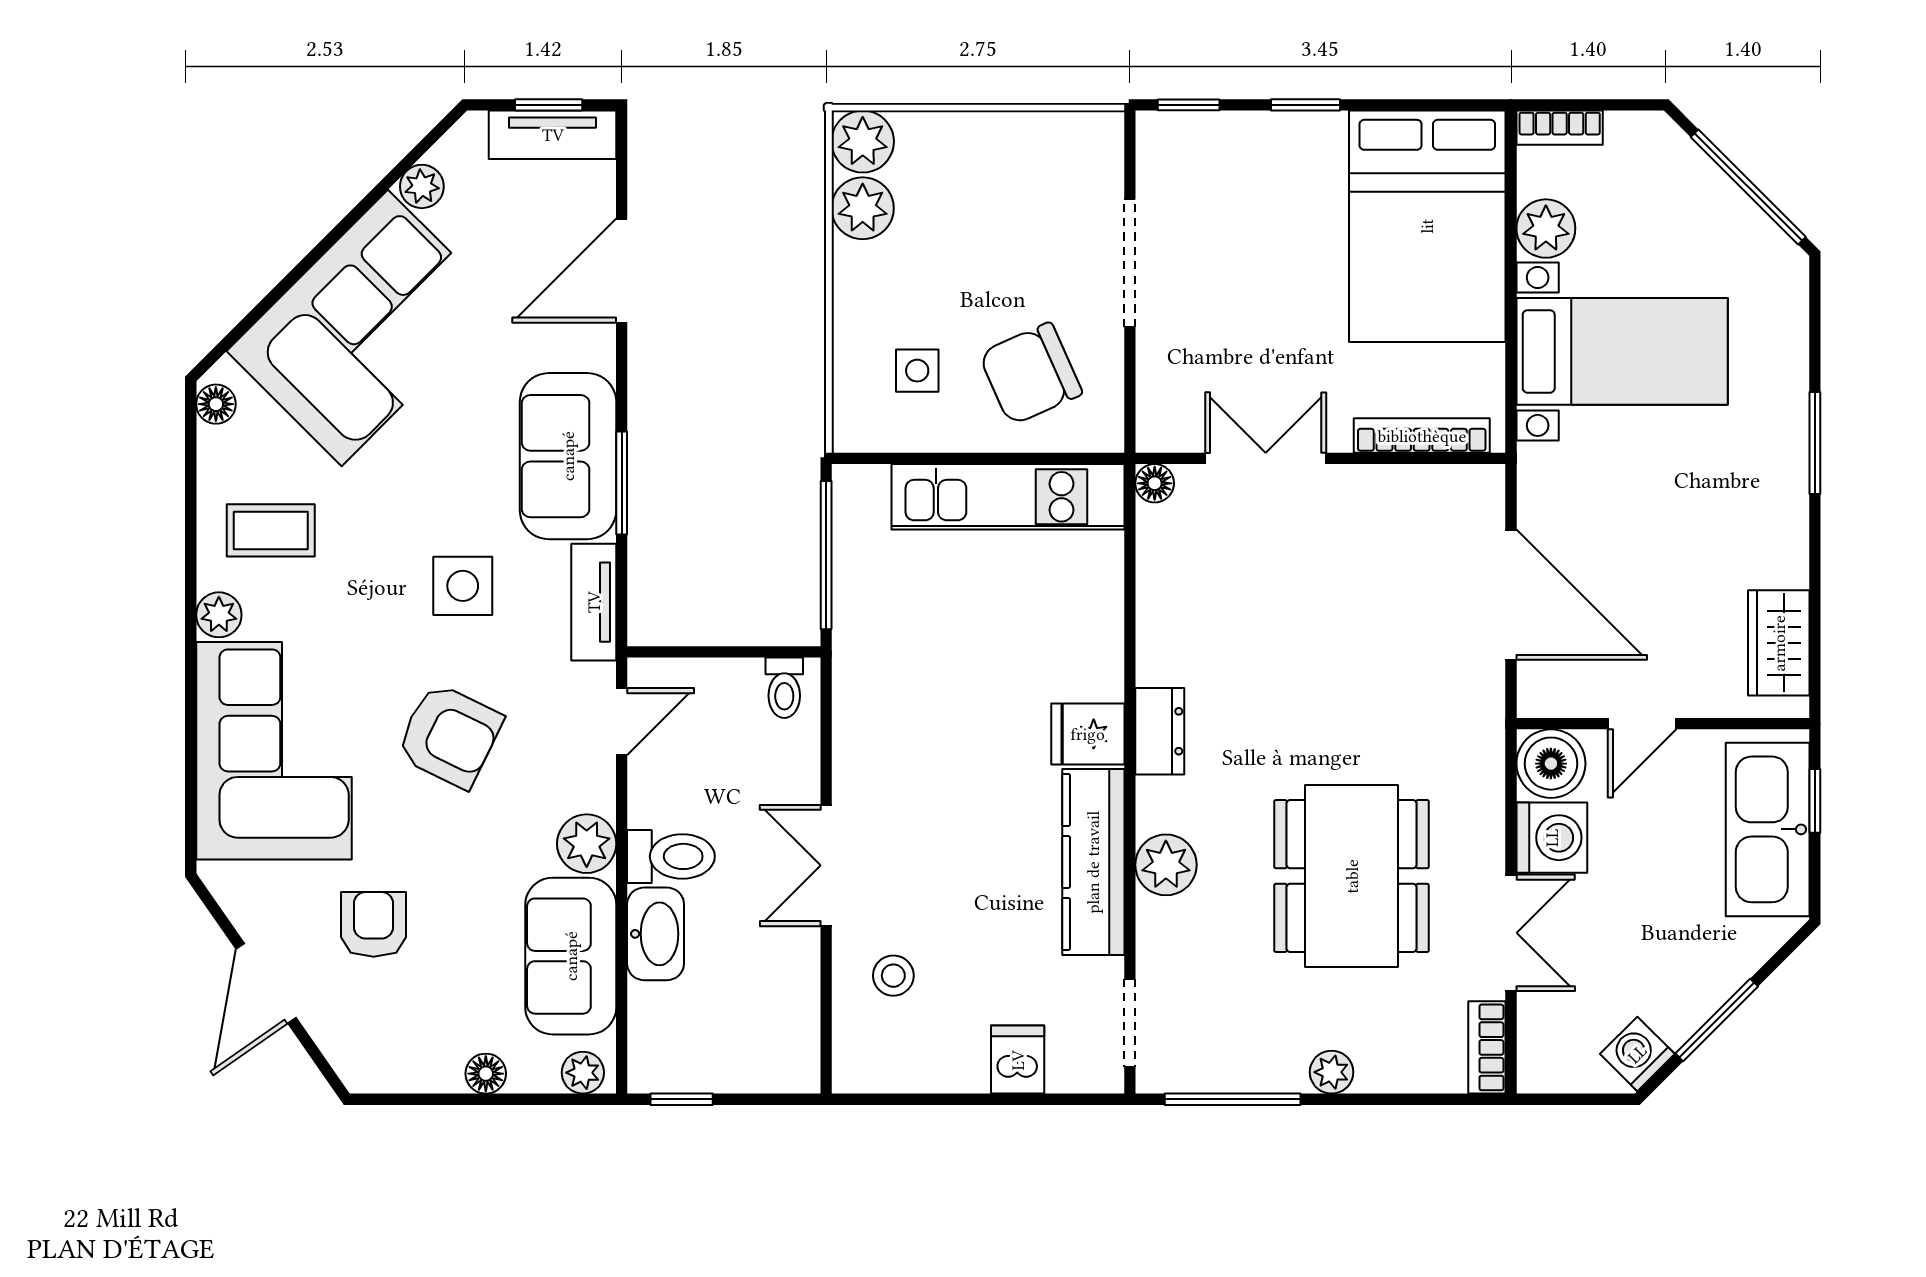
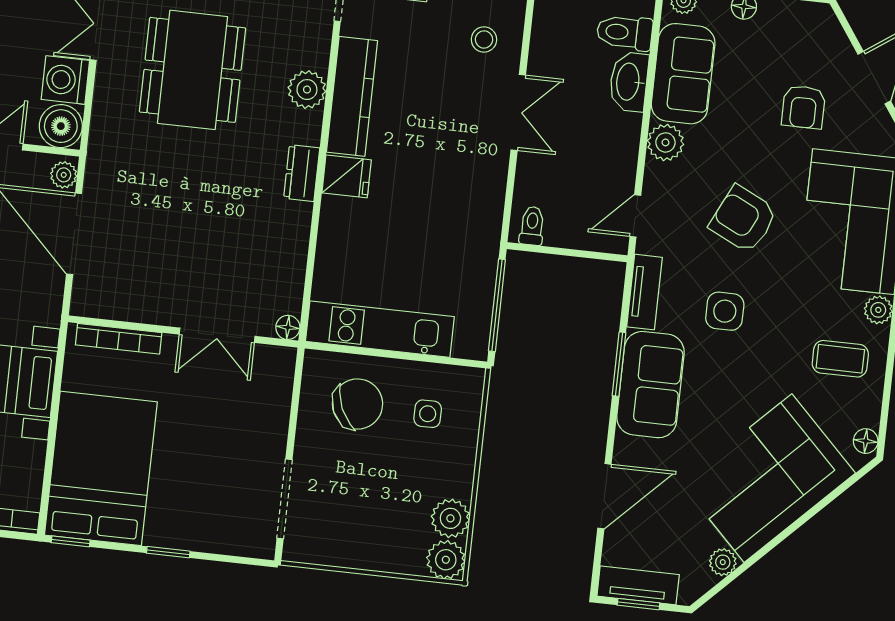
window: (1189, 105) -> (71, 541), moved
plant: (1546, 229) -> (64, 175), moved, width x0.73, depth x0.73
doorway: (1130, 263) -> (285, 499), moved
toilet: (671, 856) -> (625, 33), moved

